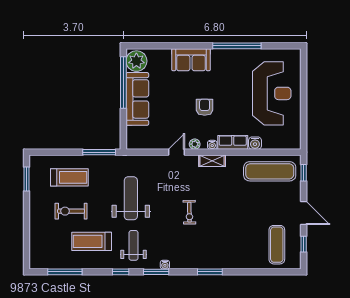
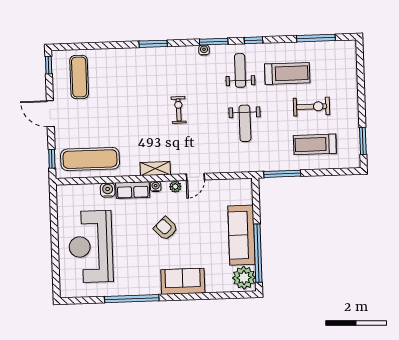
armchair: (205, 107) -> (166, 229), turned 136
weight bench: (131, 198) -> (245, 123), width x0.73, depth x0.75
window: (304, 244) -> (49, 65), moved
weight bench: (133, 245) -> (240, 70), turned 180

